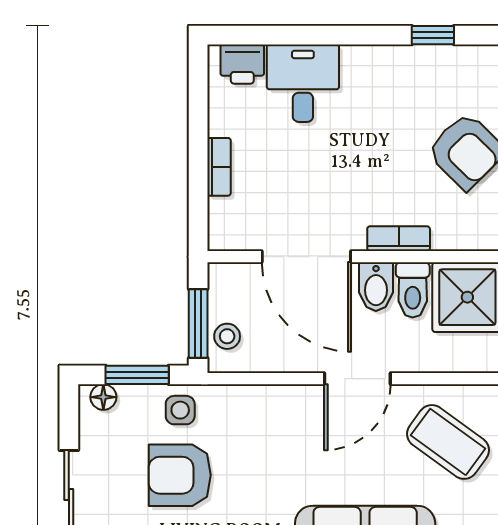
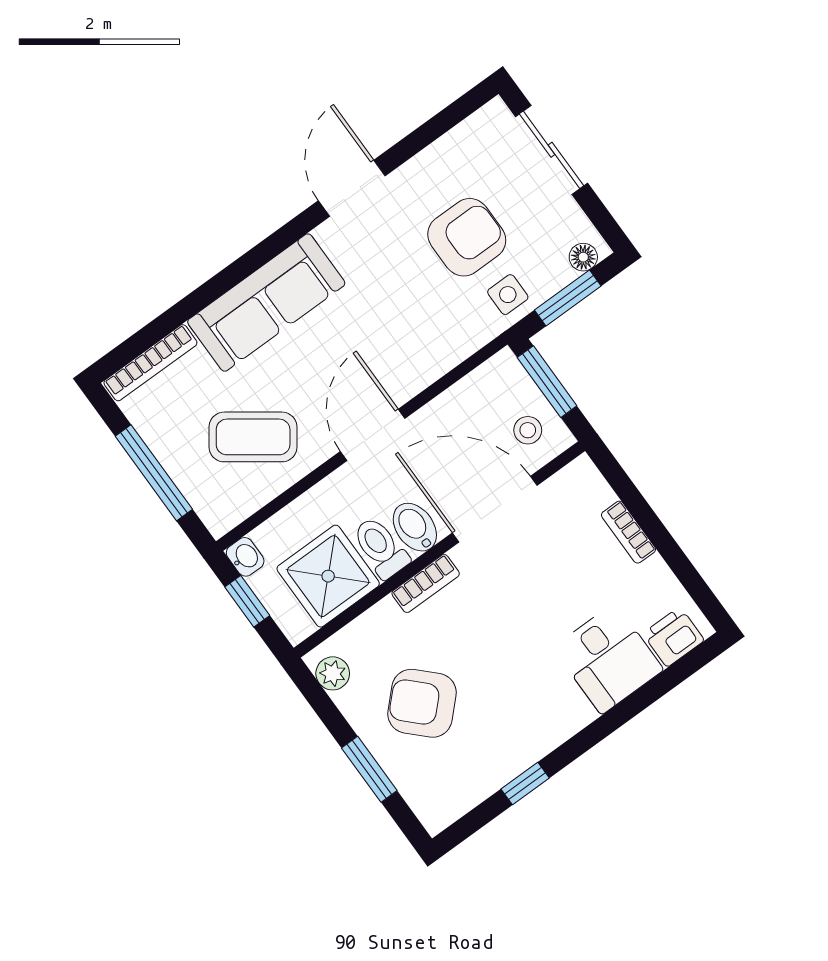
stool: (227, 336) -> (528, 430), moved

